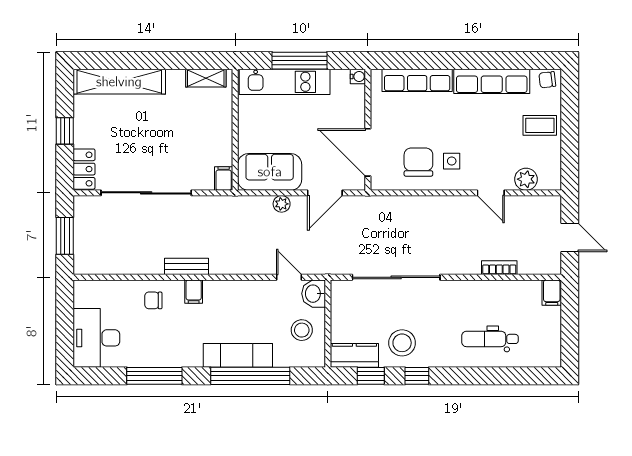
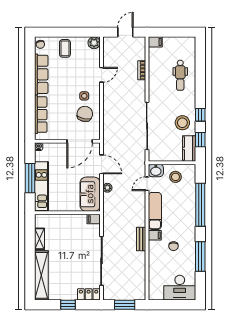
shelving: (206, 78) -> (39, 239), moved
chair: (418, 162) -> (85, 114), turned 102
plant: (526, 179) -> (94, 43), moved
chair: (153, 300) -> (173, 246), moved
exam couch: (238, 355) -> (155, 211), moved, turned 180

